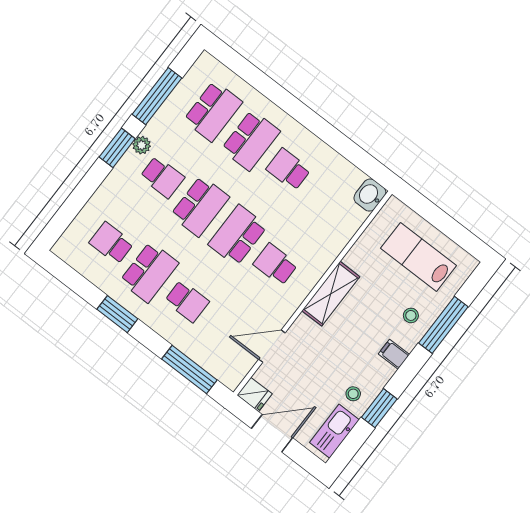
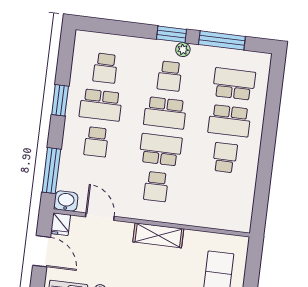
school desk: (213, 111) -> (234, 84), turned 180
washbasin: (370, 195) -> (66, 201), moved
school desk: (111, 243) -> (105, 68), turned 180
school desk: (275, 264) -> (156, 187), turned 180

